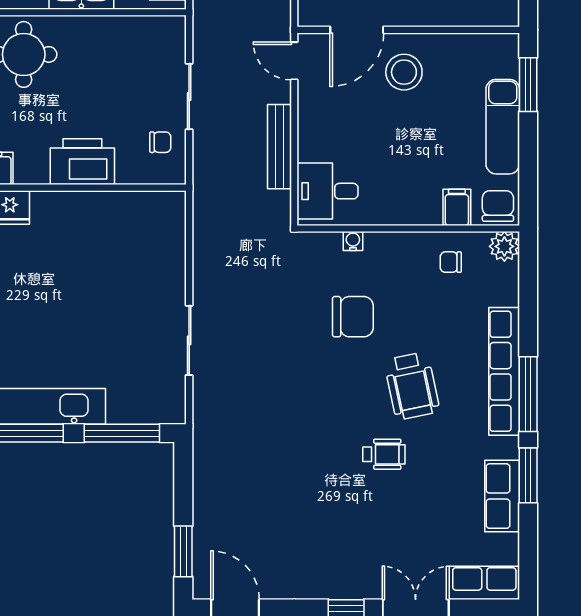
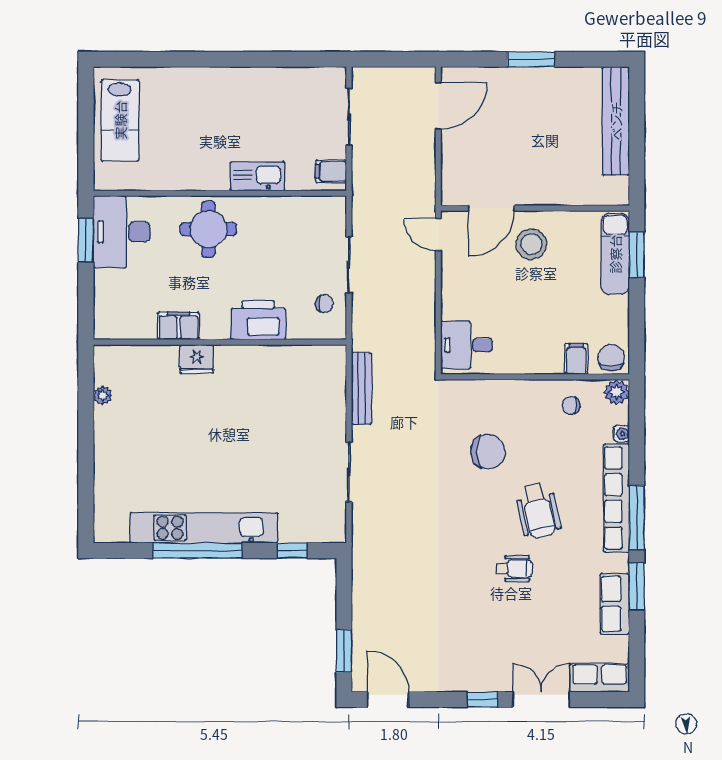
exam couch: (503, 127) -> (615, 254), moved
bench: (280, 147) -> (361, 388), moved
water cooler: (353, 241) -> (621, 434), moved, turned 90
window: (122, 433) -> (292, 551), width x0.46

